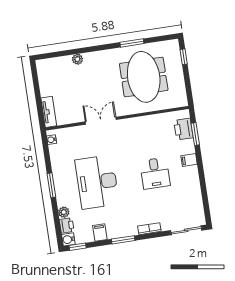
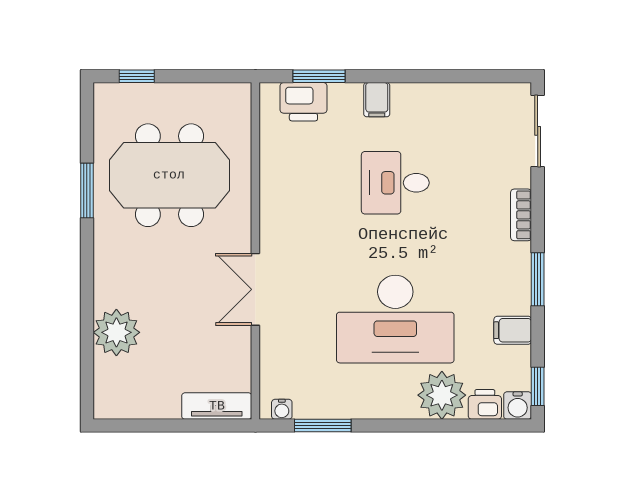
plant: (77, 59) -> (116, 332), width x1.88, depth x1.88
desk: (155, 173) -> (395, 183), turned 180
window: (51, 185) -> (323, 426), moved
plant: (64, 212) -> (442, 395), width x1.88, depth x1.88

